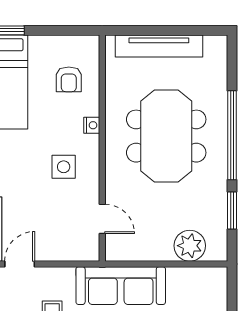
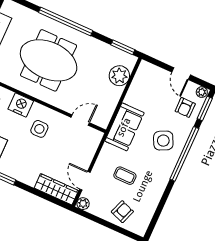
nightstand: (92, 125) -> (21, 105), width x1.89, depth x1.79
window: (232, 210) -> (123, 47), moved
sofa: (121, 286) -> (124, 127), width x0.73

